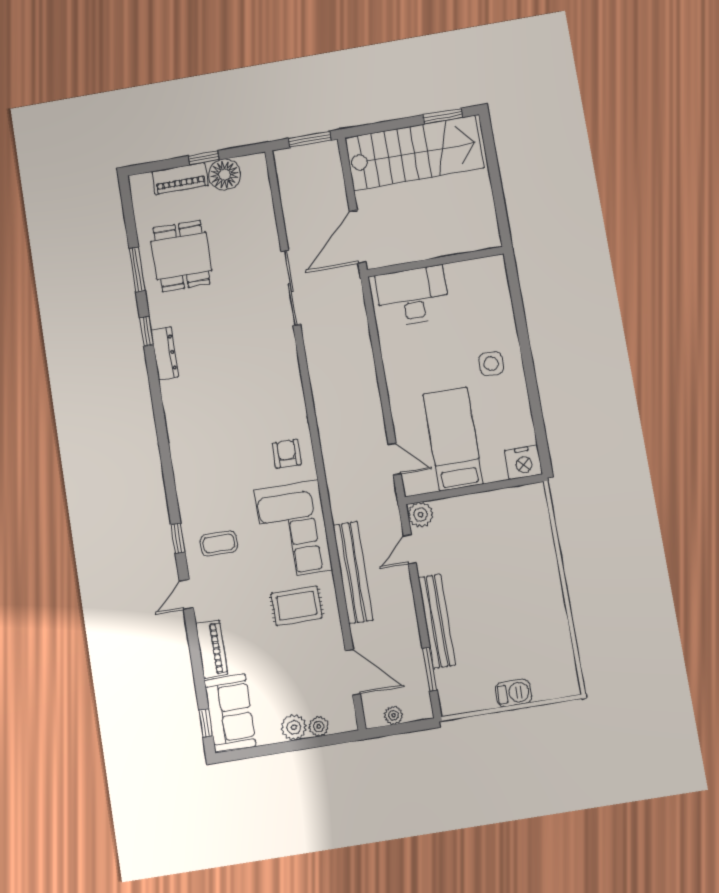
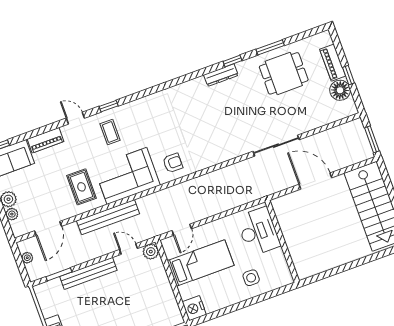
wall: (435, 262) -> (282, 241), moved
desk: (413, 296) -> (258, 231), moved

